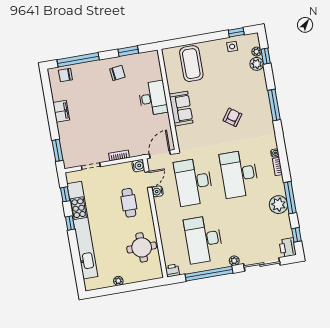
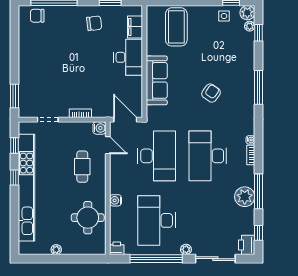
plant: (257, 64) -> (247, 13), moved
sofa: (181, 109) -> (157, 80), width x1.36
filing cabinet: (61, 111) -> (135, 27), moved, turned 180
door: (160, 154) -> (125, 120), hinge flipped
door: (148, 180) -> (108, 145), hinge flipped
desk: (194, 182) -> (157, 156), turned 180
water cooler: (157, 191) -> (116, 200), moved

